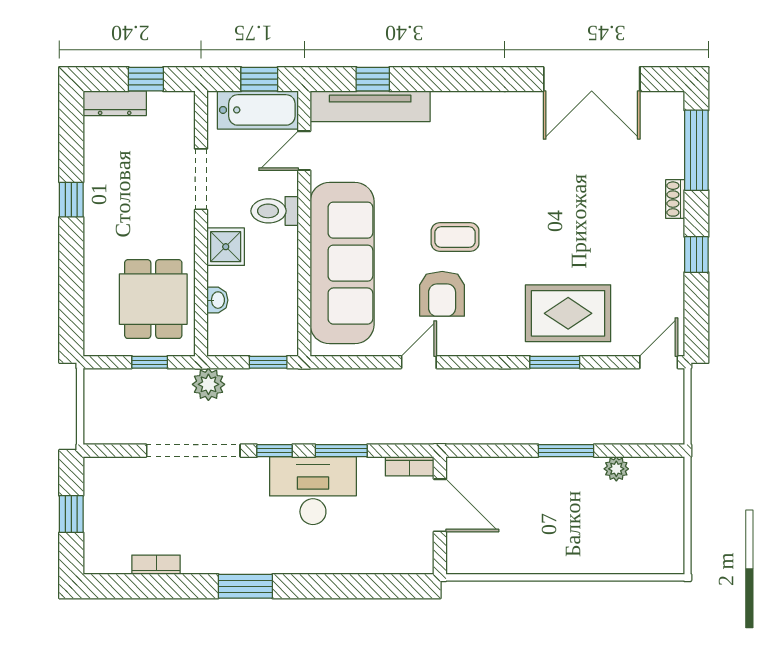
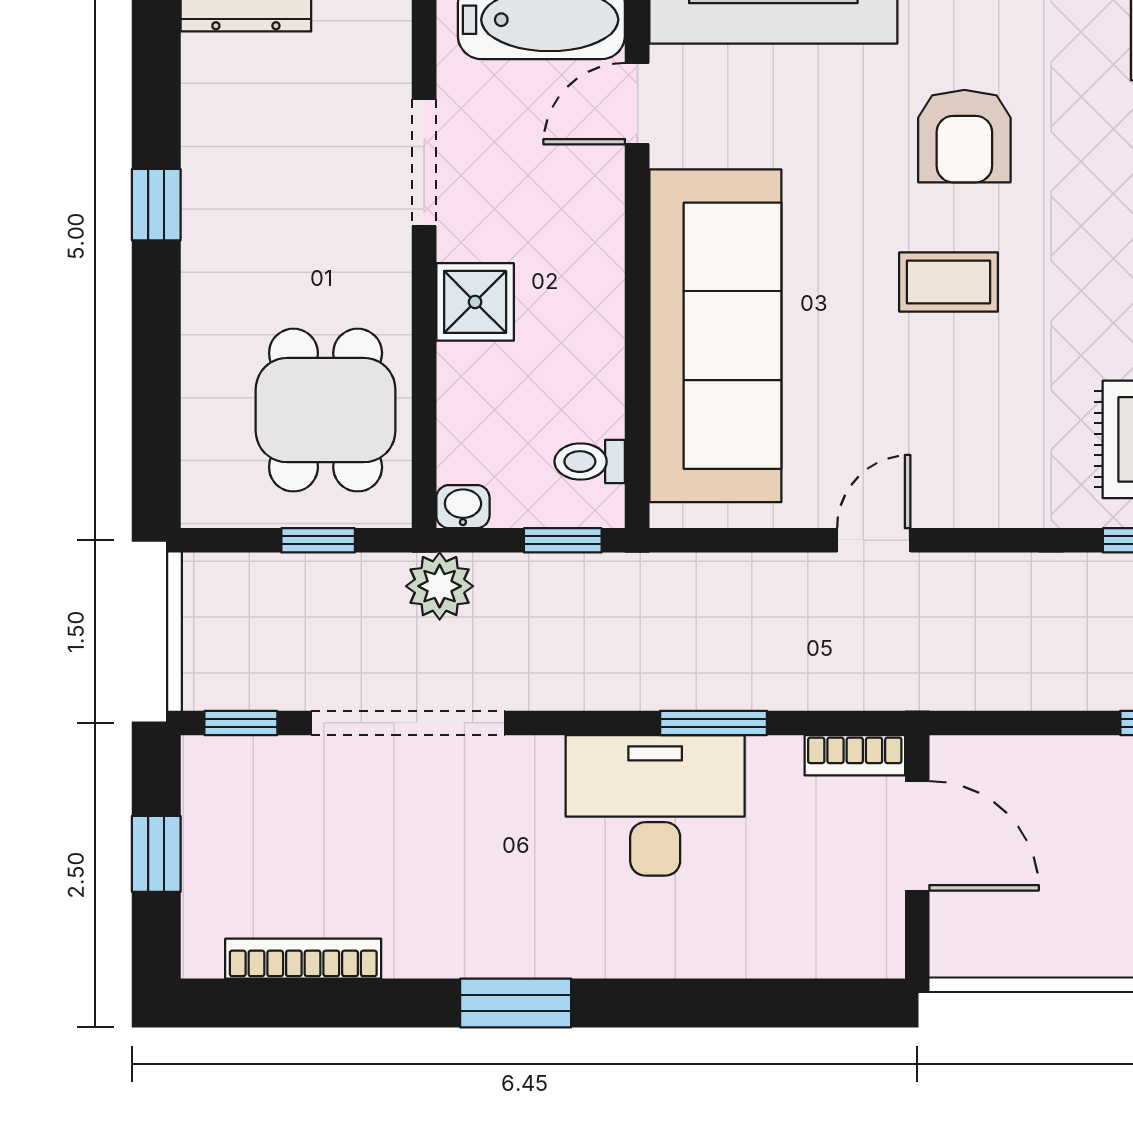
toilet: (275, 211) -> (590, 462), moved, width x0.73, depth x0.72
armchair: (442, 294) -> (964, 136), moved
washbasin: (217, 300) -> (463, 507), moved, turned -90
window: (275, 451) -> (241, 723), moved
bookcase: (156, 565) -> (303, 959), width x1.56

